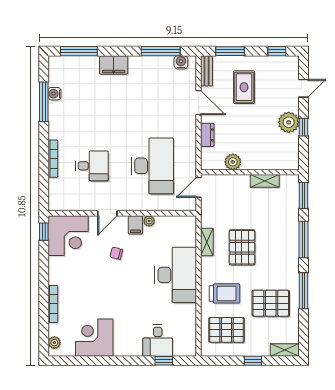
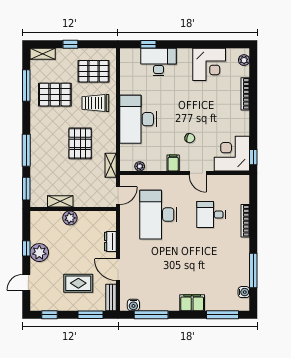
rug: (244, 87) -> (78, 283), turned 90
water cooler: (55, 94) -> (244, 292), moved
plant: (233, 162) -> (70, 218), moved
door: (107, 213) -> (198, 173), swing flipped
plant: (149, 221) -> (140, 166), moved
shelving: (207, 242) -> (111, 165), moved
window: (303, 291) -> (26, 86), moved
desk: (158, 341) -> (159, 62), width x1.37

